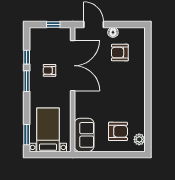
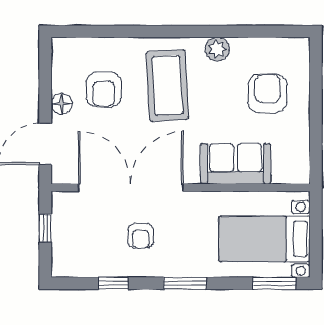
window: (27, 81) -> (185, 283), moved
coffee table: (122, 83) -> (167, 85), added
sofa: (84, 135) -> (236, 164), moved
plant: (139, 139) -> (217, 49), moved

